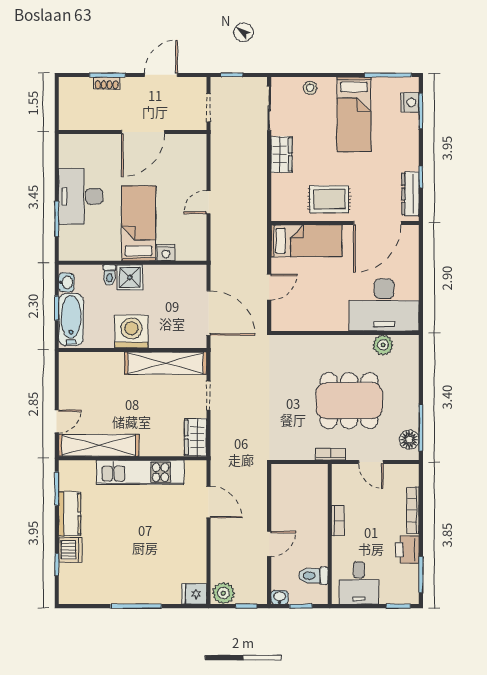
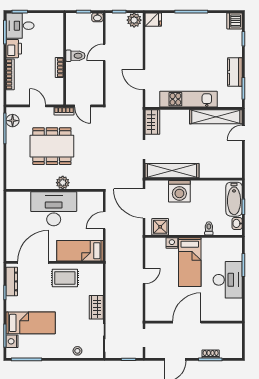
bed: (354, 114) -> (31, 323), moved, turned 90
shower: (130, 277) -> (160, 227), moved
desk: (384, 305) -> (54, 209), moved
washing machine: (131, 332) -> (179, 191), moved
plant: (383, 345) -> (63, 183), moved
door: (302, 462) -> (83, 106), added
dishwasher: (70, 550) -> (235, 21), moved
toilet: (313, 576) -> (75, 56), moved
desk: (359, 583) -> (20, 26), moved, turned -90

